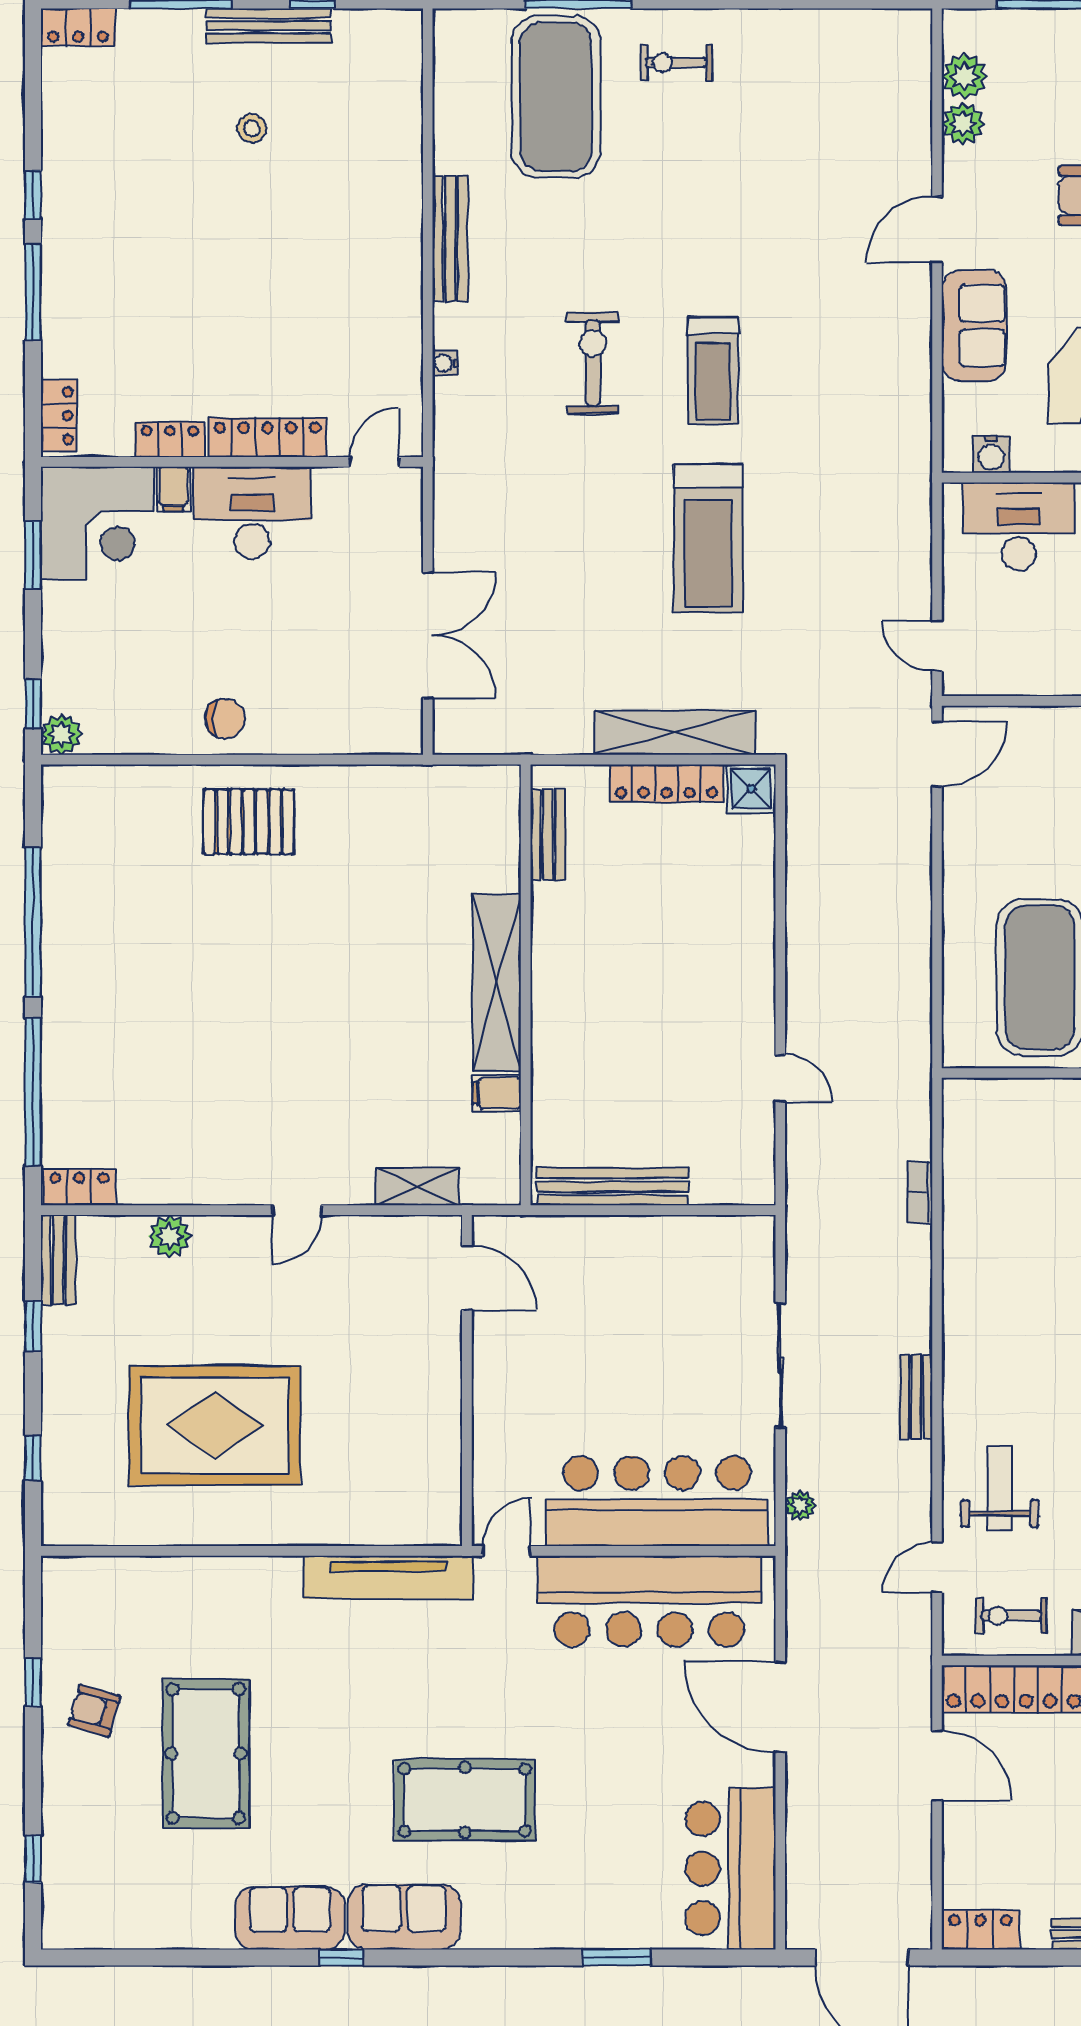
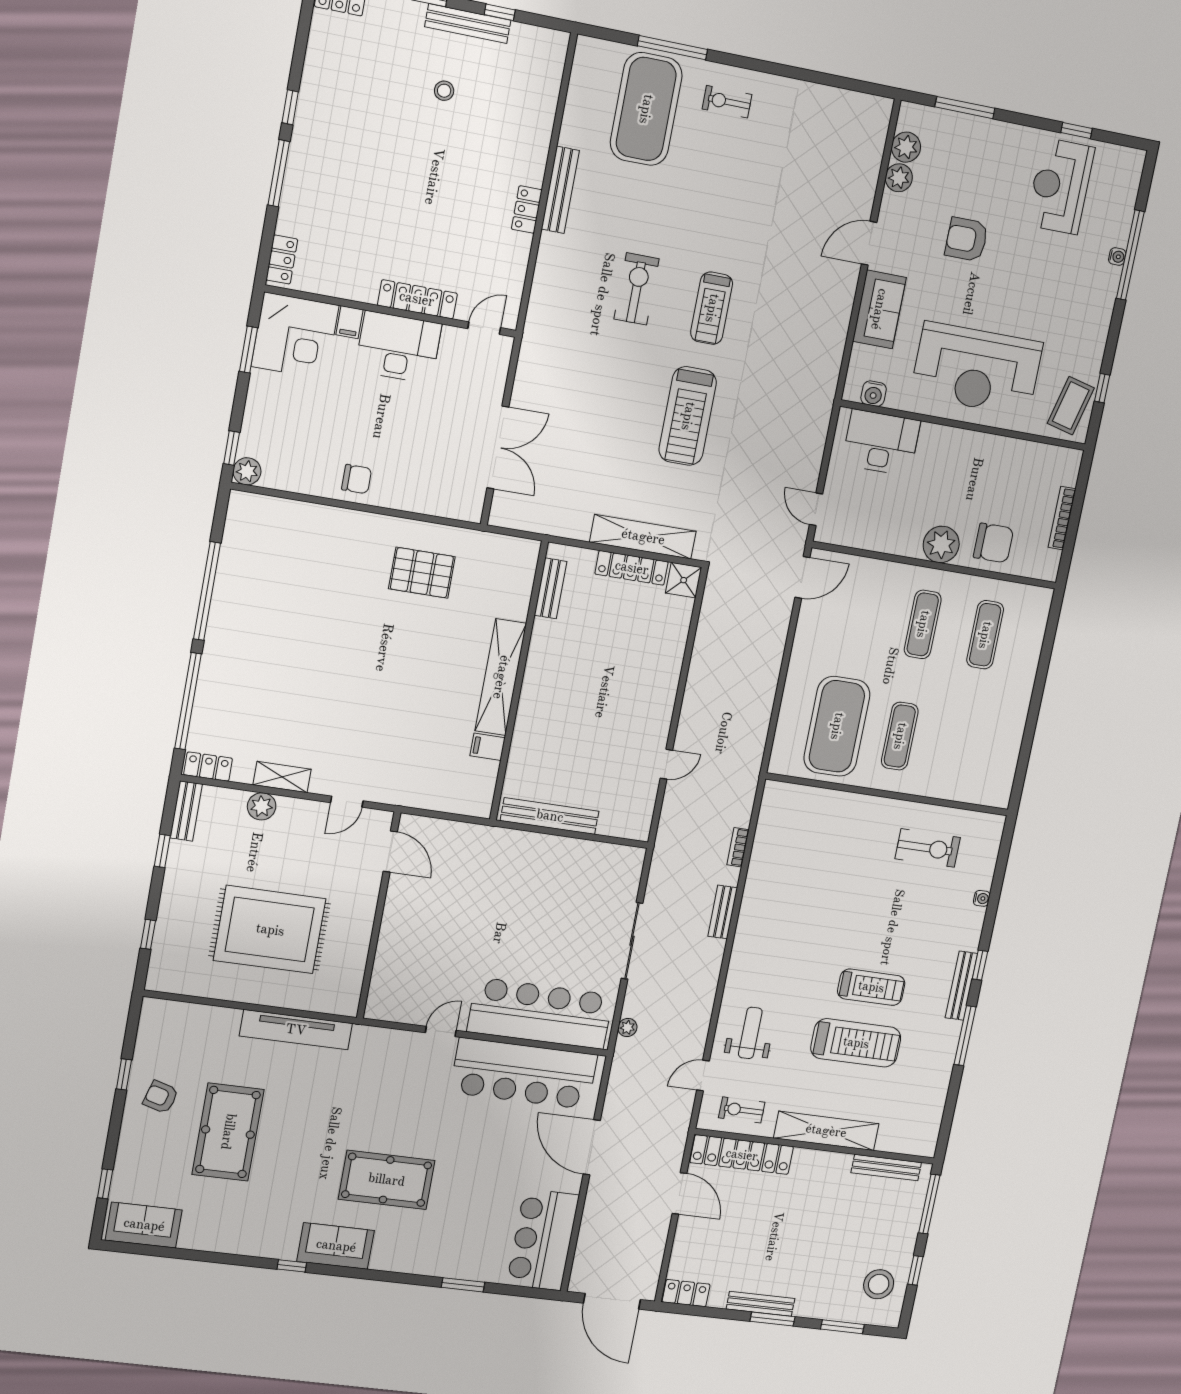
water cooler: (445, 363) -> (542, 272), removed
locker: (170, 440) -> (527, 210), moved, turned -90
pallet: (249, 822) -> (422, 573), moved
door: (780, 1078) -> (666, 764), hinge flipped
shelving: (417, 1187) -> (282, 777), moved
door: (467, 1278) -> (390, 852), moved
wall: (467, 1380) -> (379, 916), moved
bench: (916, 1397) -> (723, 912), moved
tv unit: (388, 1577) -> (296, 1030), moved
sofa: (290, 1918) -> (144, 1225), moved

